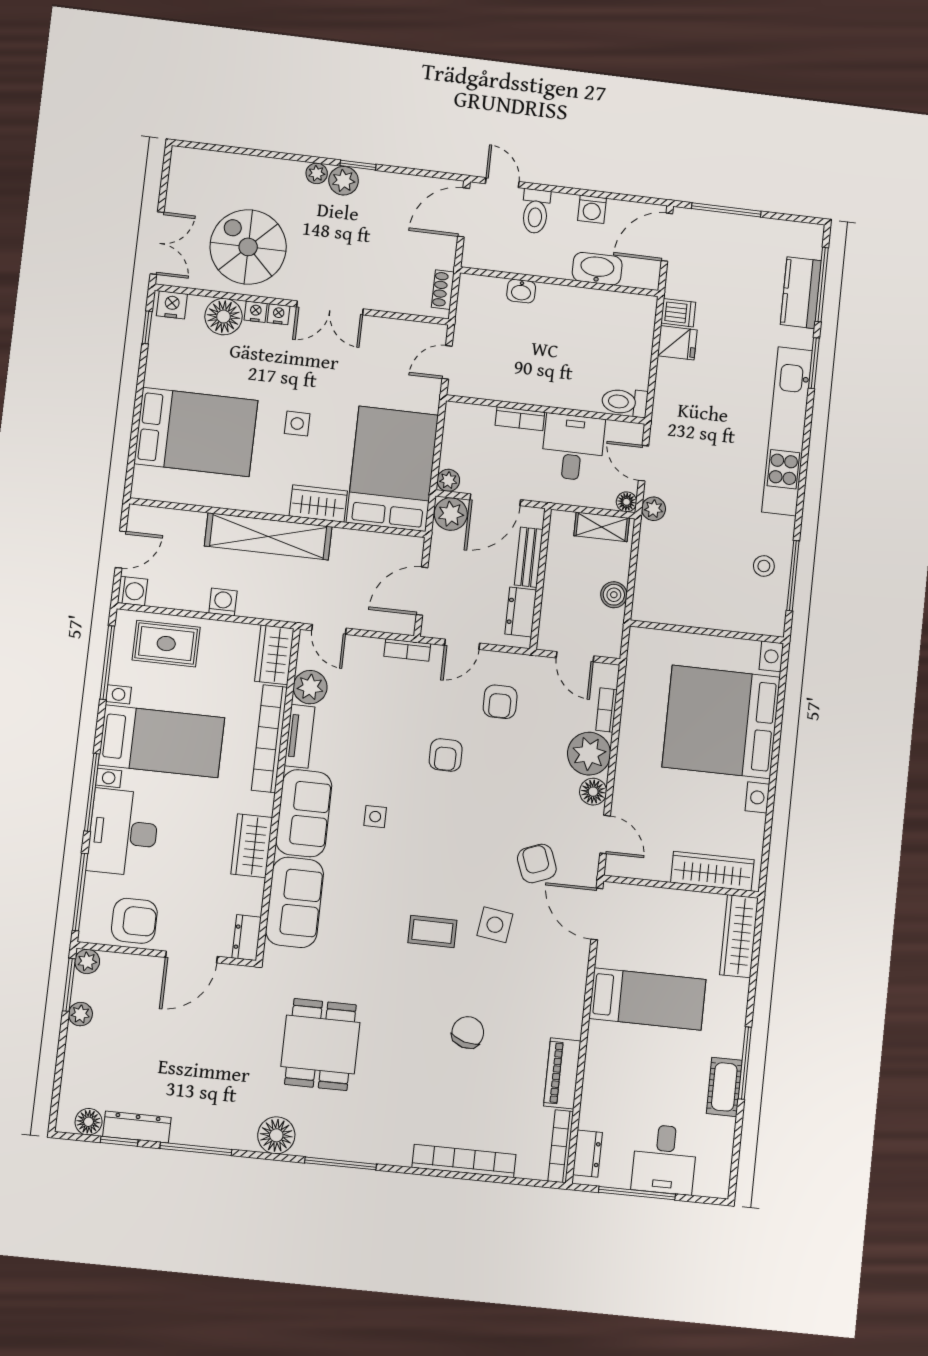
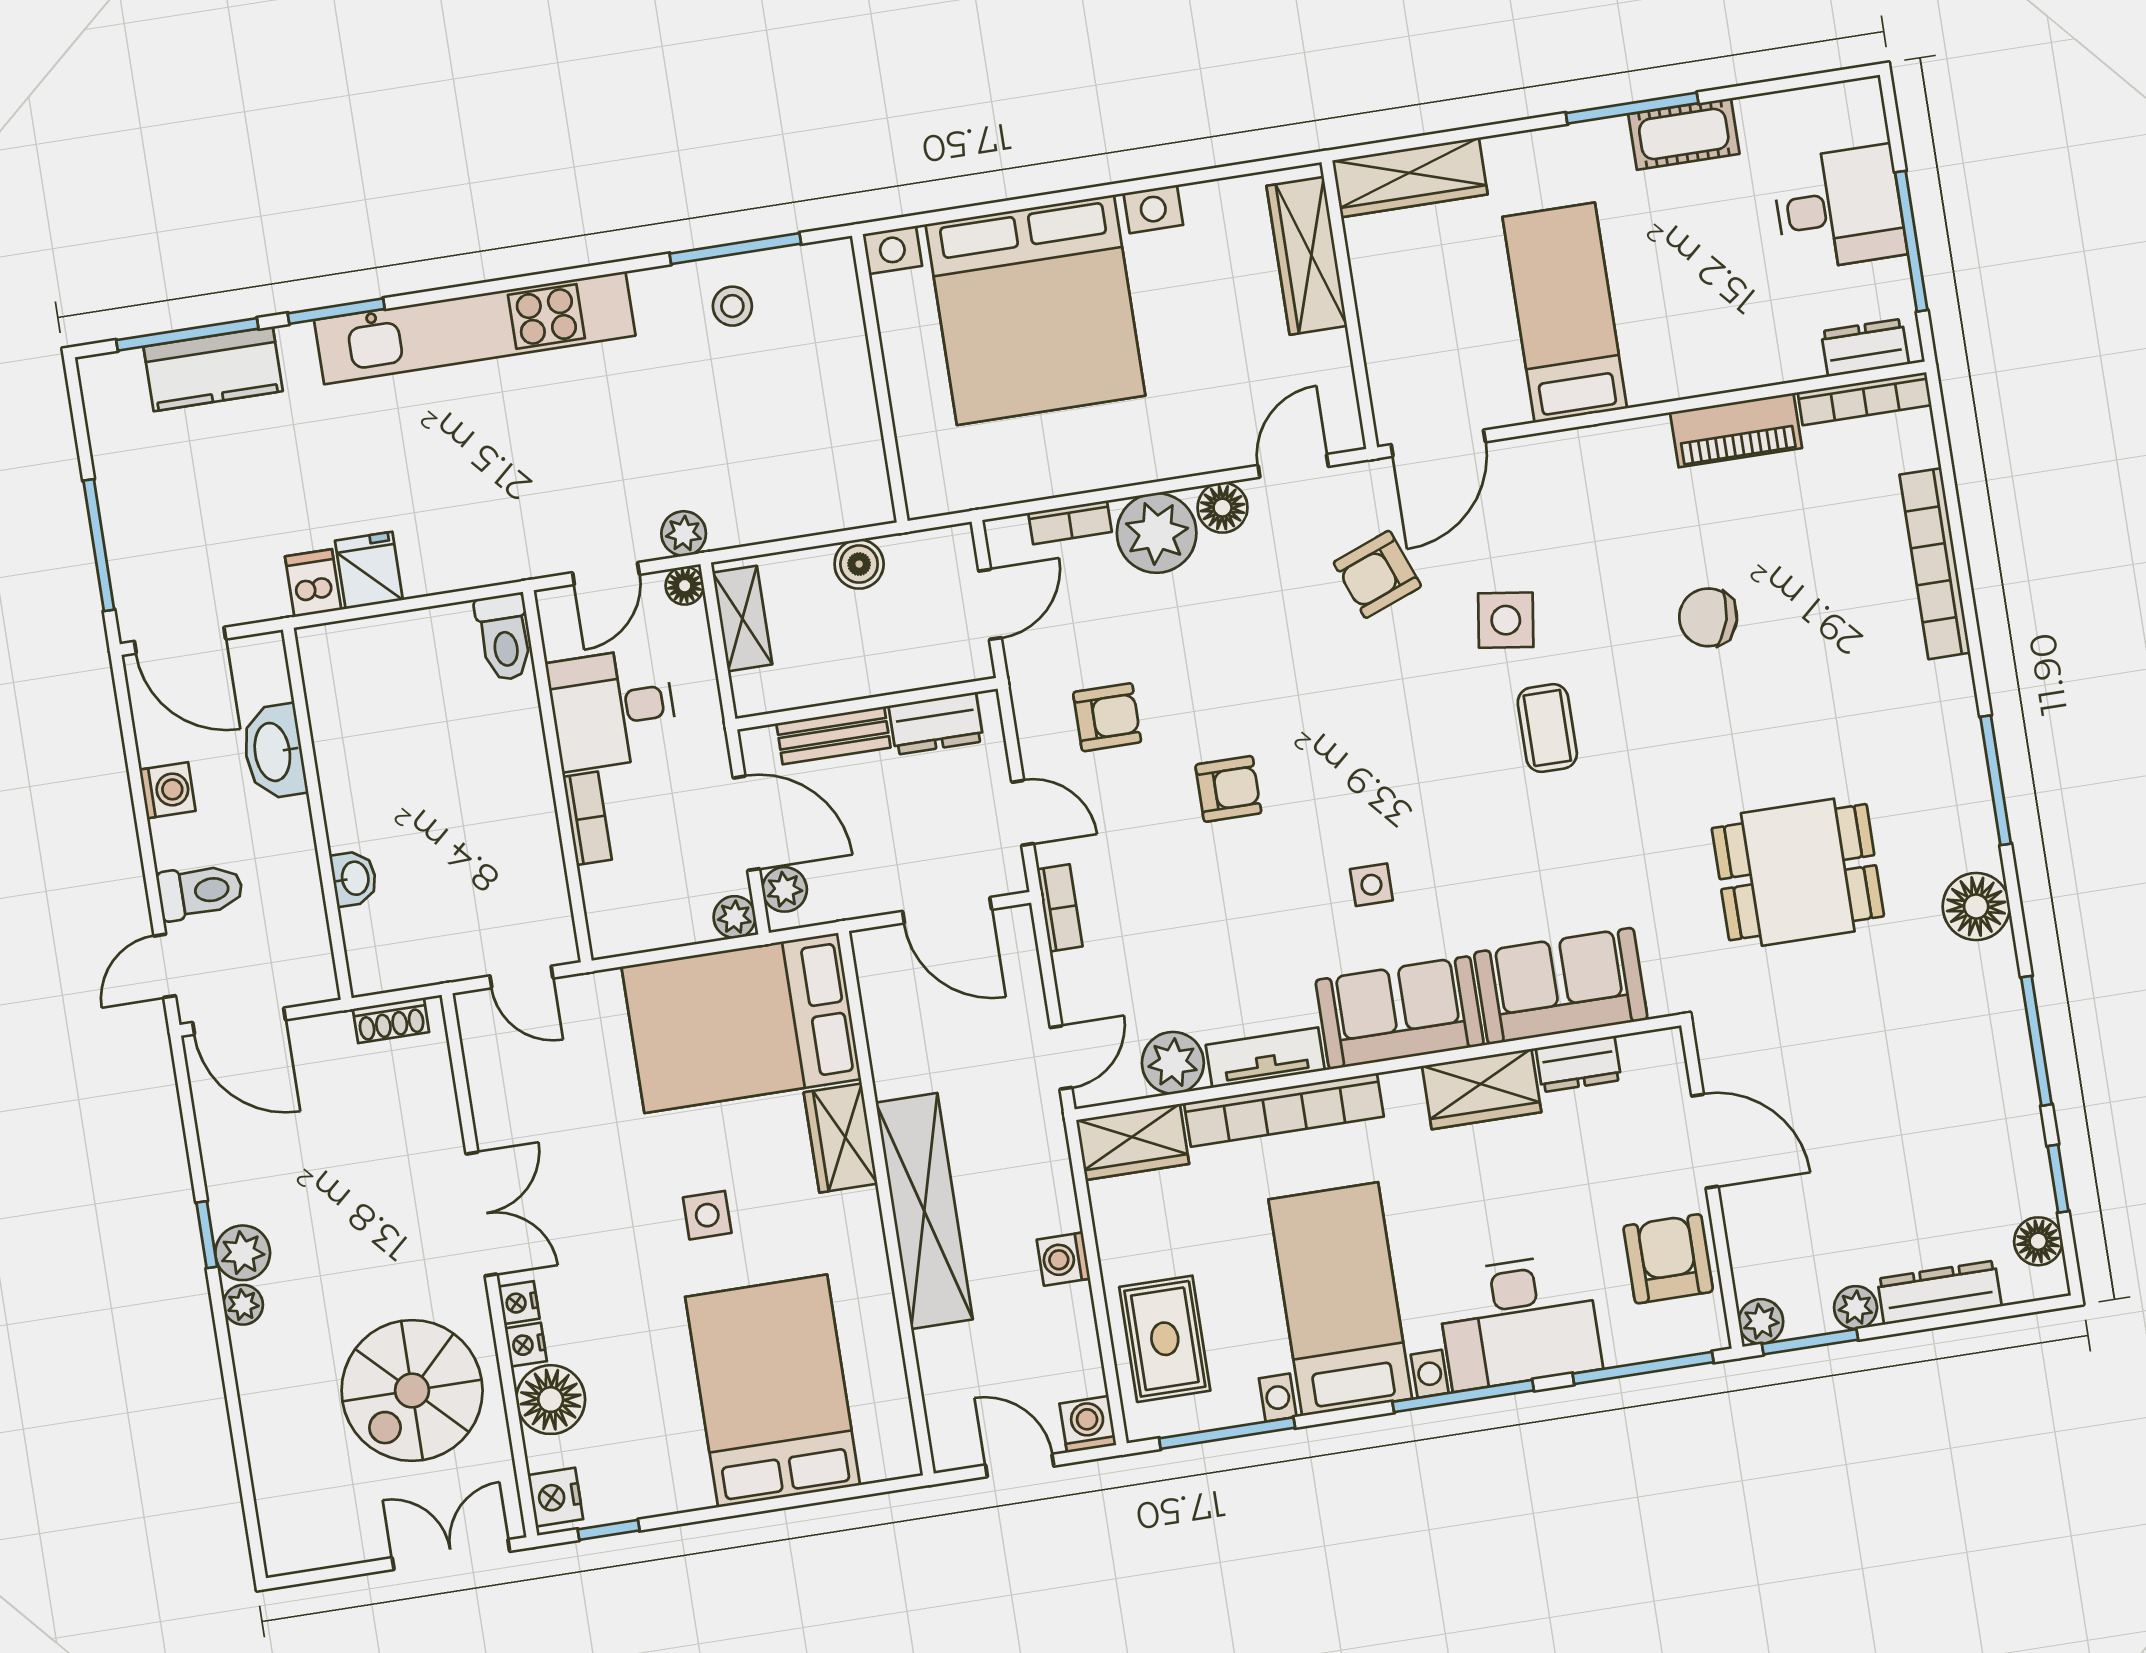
plant: (451, 514) -> (785, 889), width x0.73, depth x0.73
dresser: (247, 938) -> (1578, 1064), moved
dresser: (137, 1127) -> (1939, 1293), moved, turned 90

